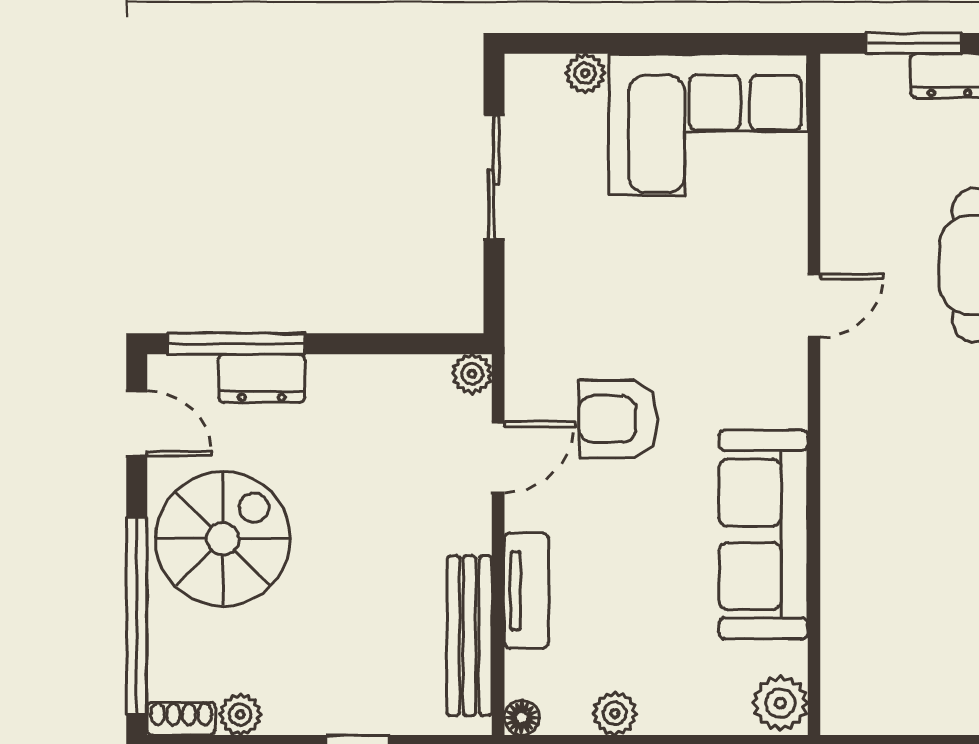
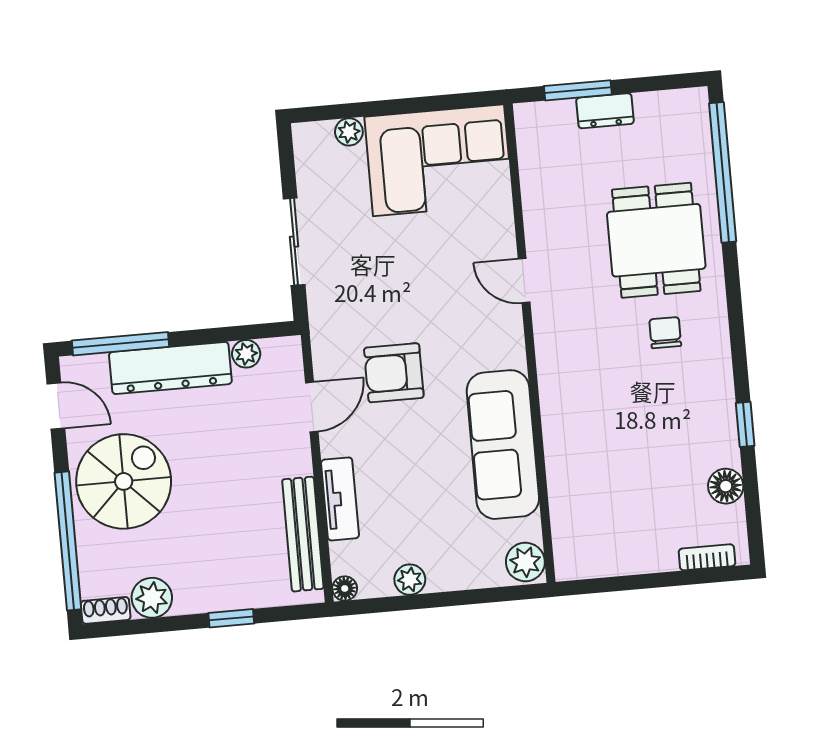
sliding door: (494, 177) -> (294, 242), moved
door: (814, 305) -> (524, 281), swing flipped
plant: (472, 374) -> (246, 354), moved
dresser: (262, 378) -> (170, 368), width x1.96, depth x1.24
plant: (240, 714) -> (152, 598), width x1.38, depth x1.38

